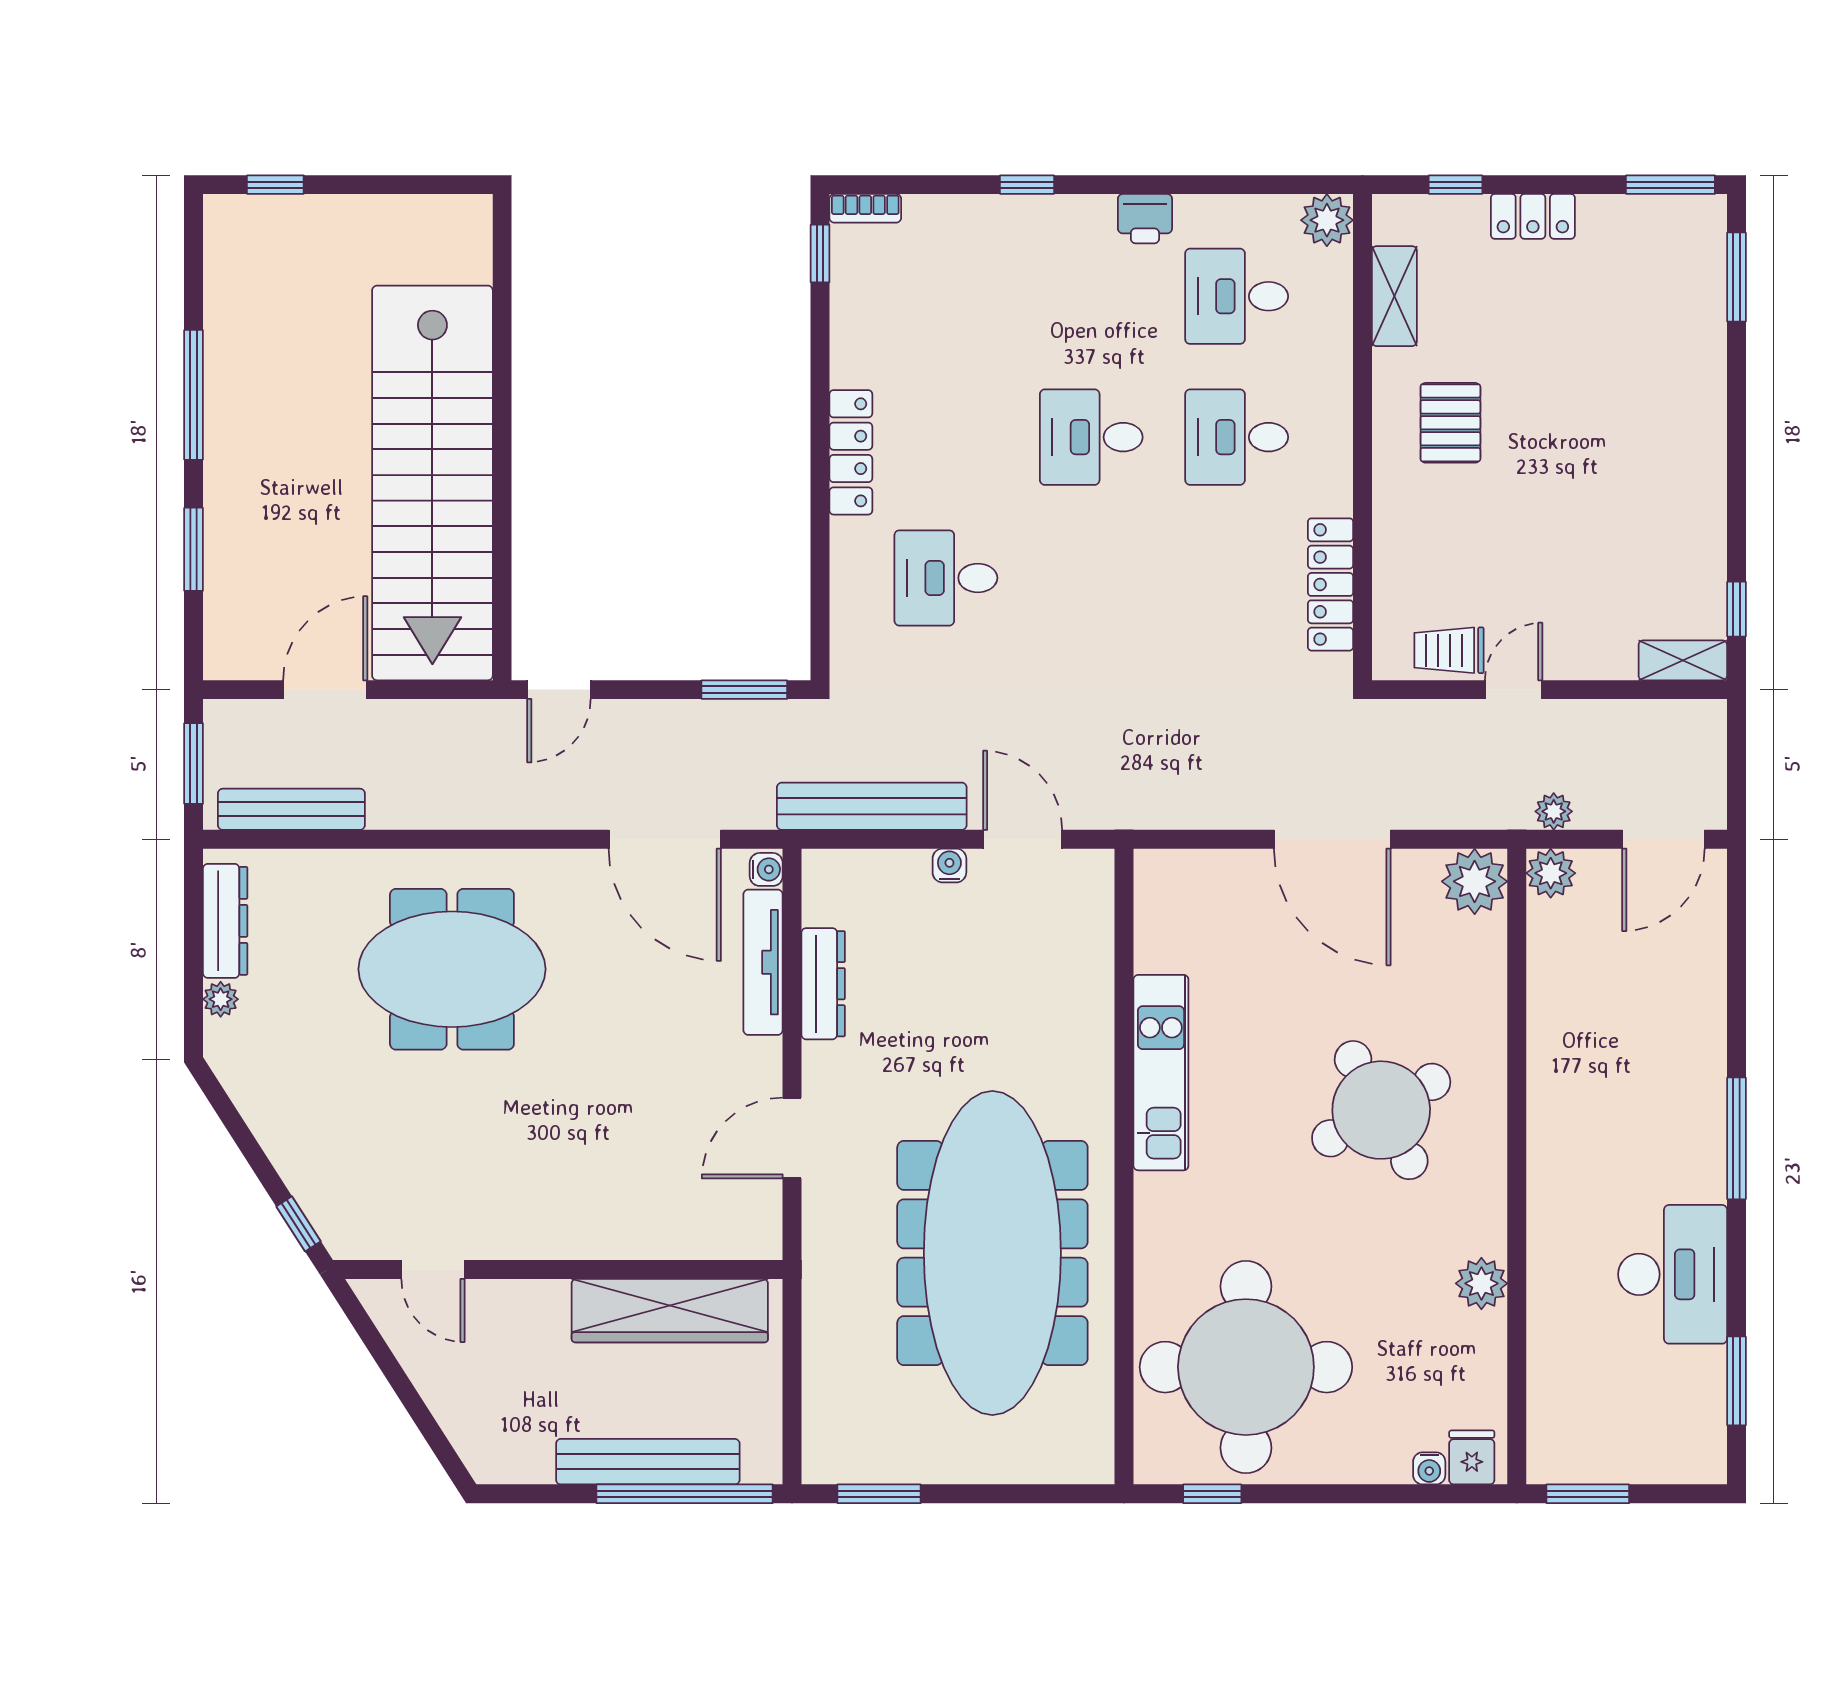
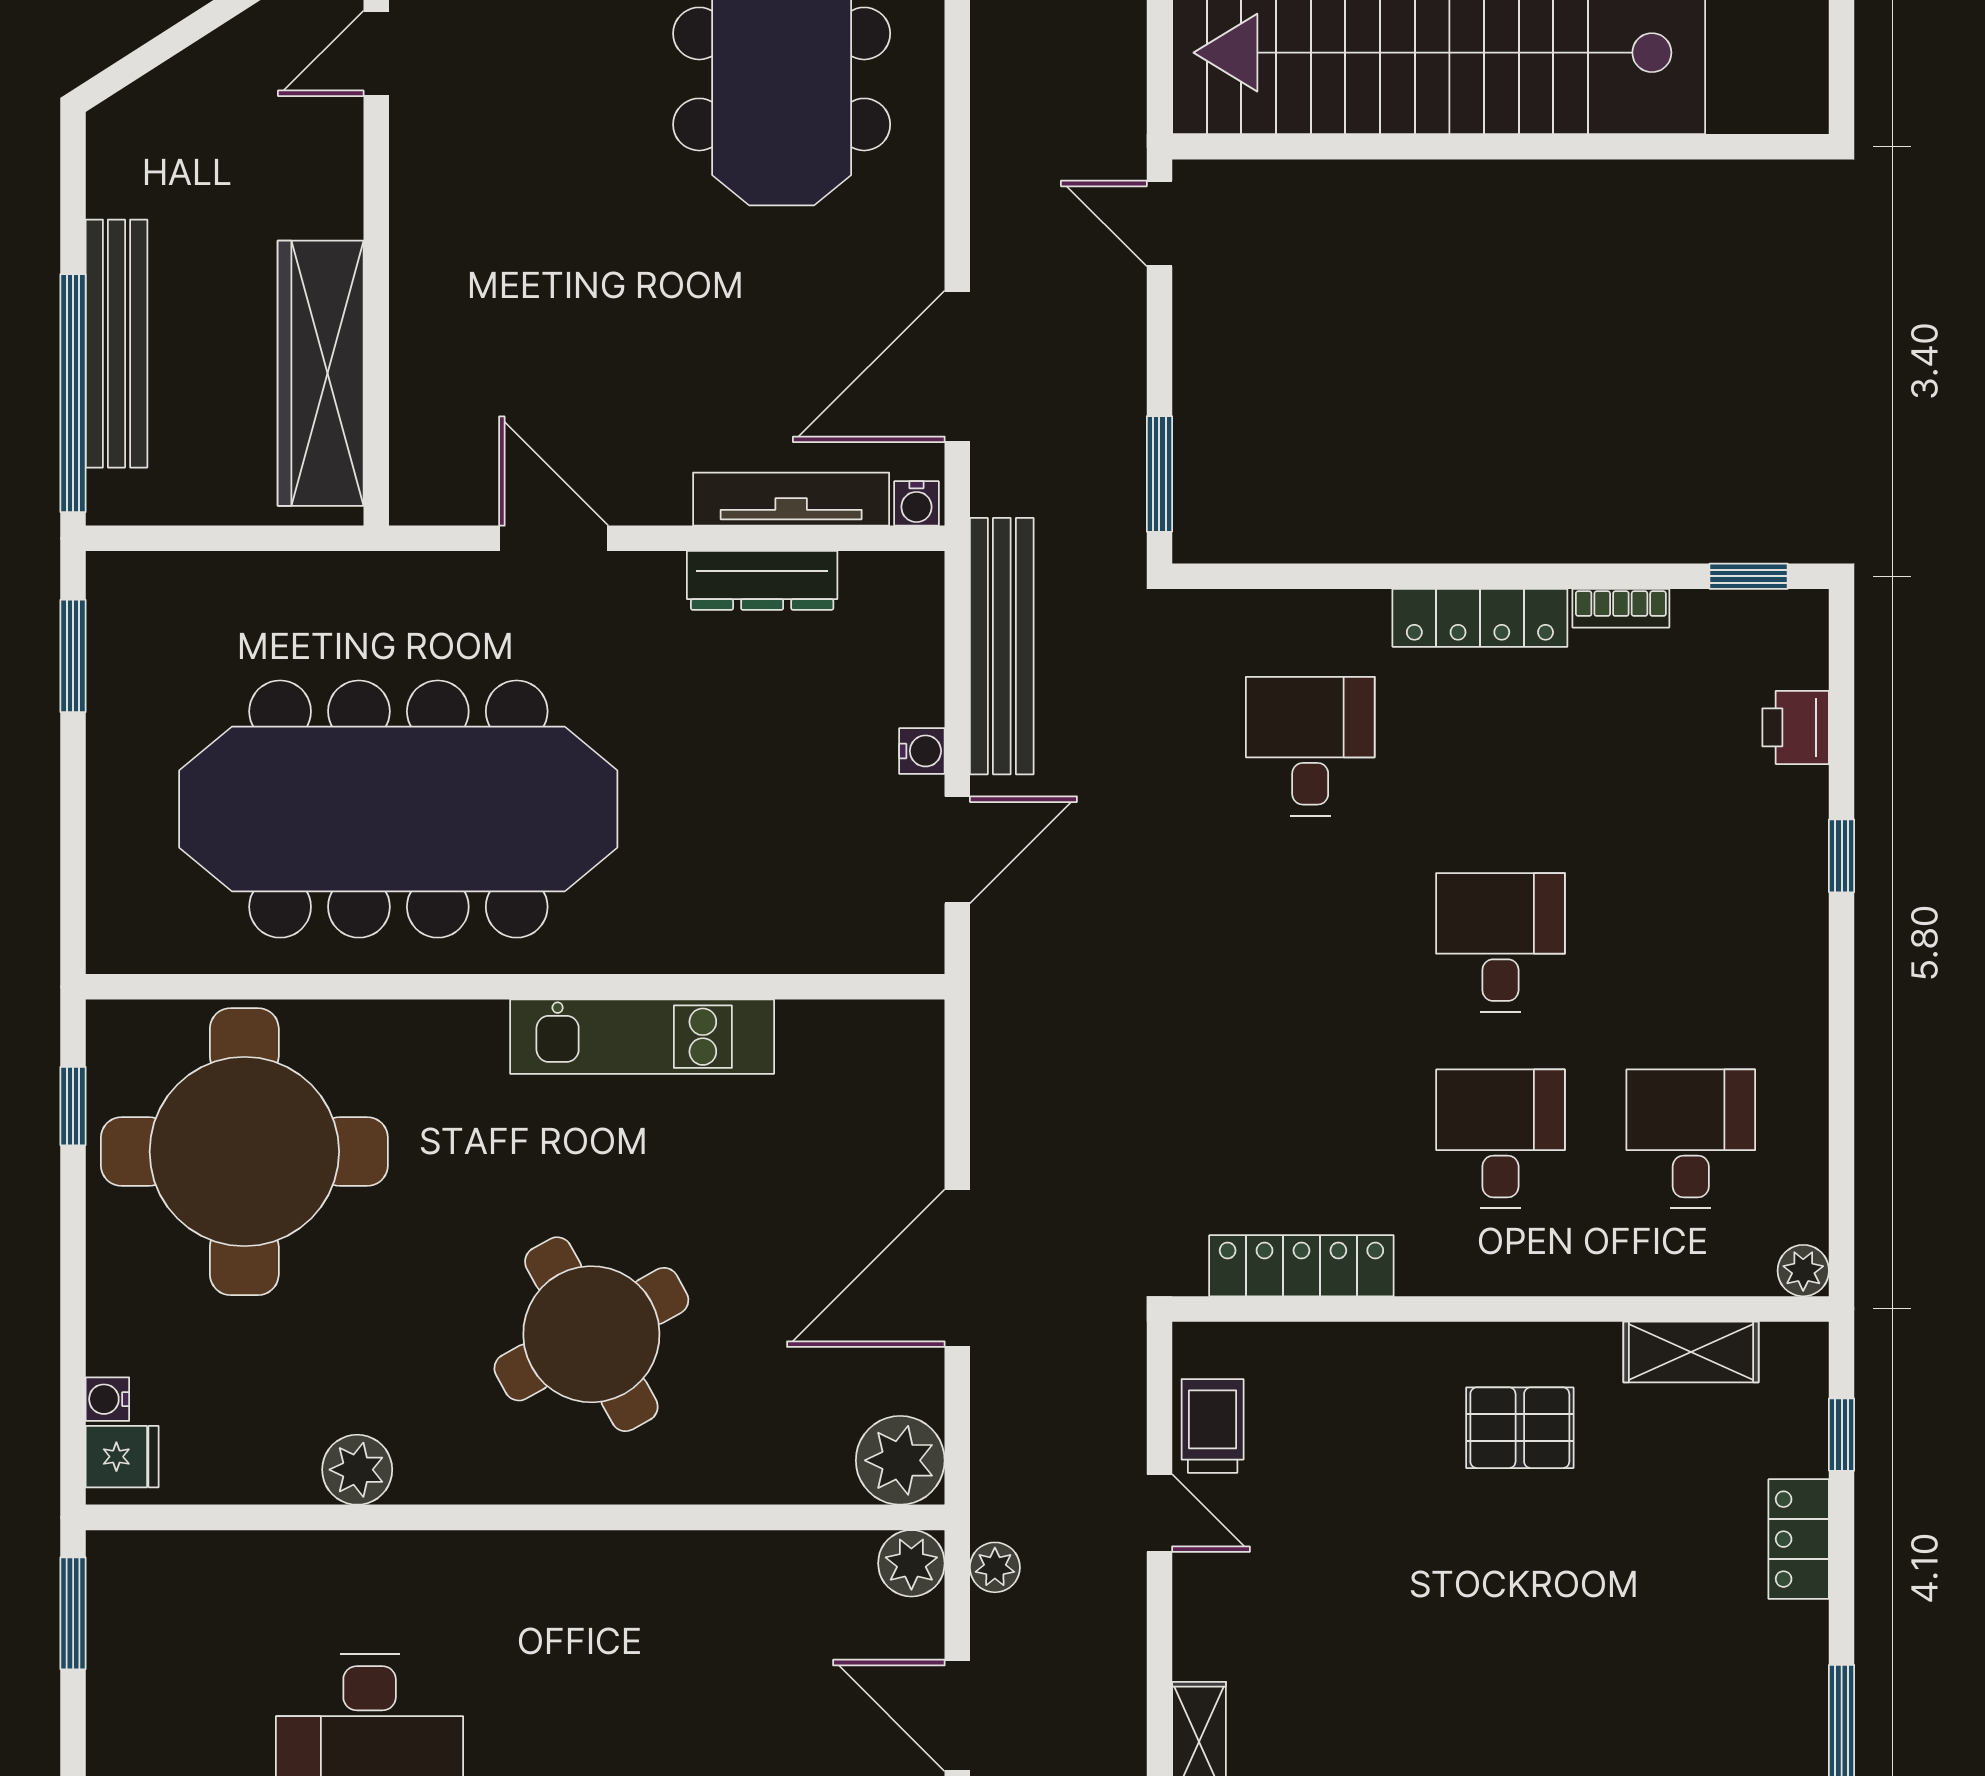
bookcase: (865, 208) -> (1621, 608), moved, turned -90
printer: (1145, 219) -> (1796, 727), moved
plant: (1327, 220) -> (1803, 1271), width x0.73, depth x0.73

